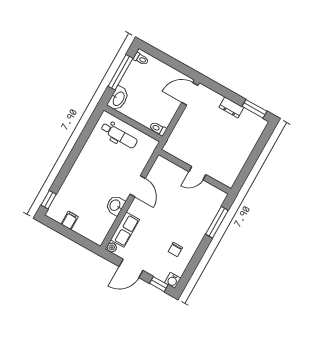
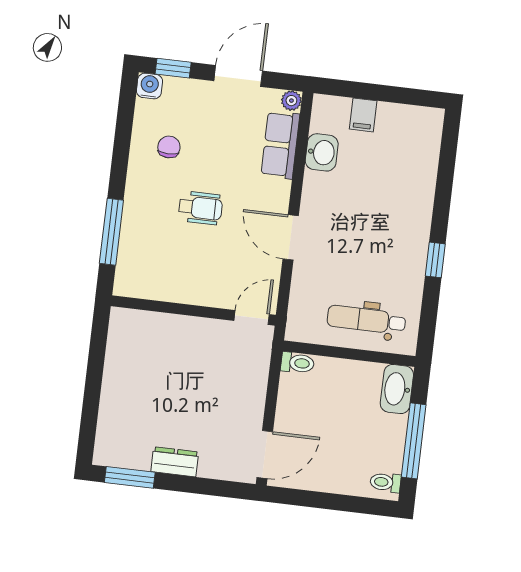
door: (197, 173) -> (252, 317), moved
window: (49, 200) -> (435, 260), moved
washbasin: (115, 205) -> (322, 152), moved
wheelchair: (173, 216) -> (200, 208), added
filing cabinet: (70, 220) -> (363, 115), moved

